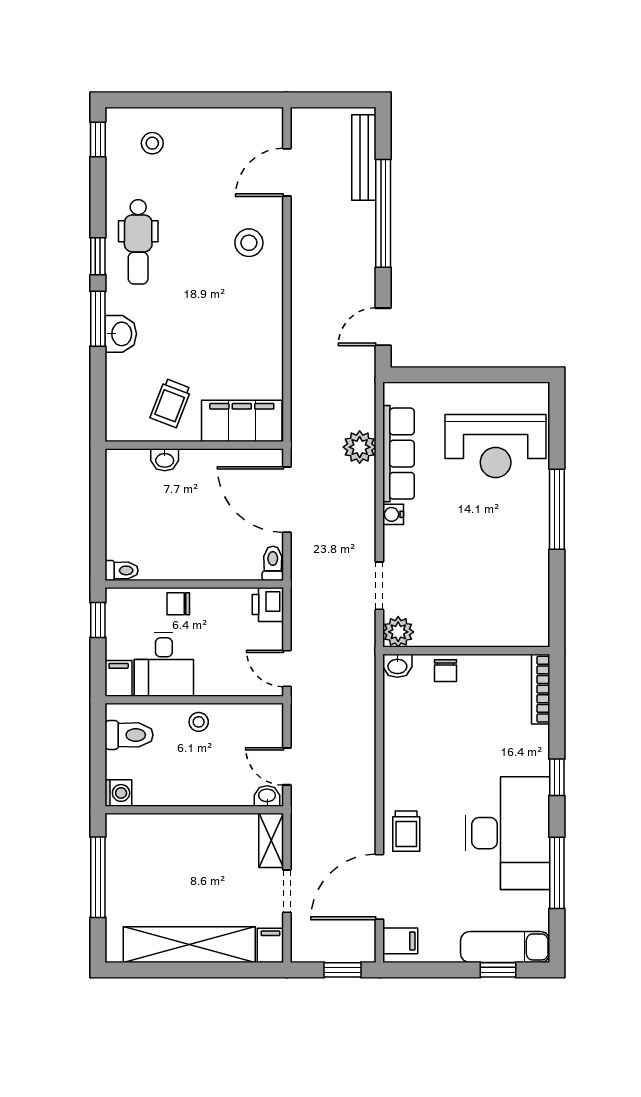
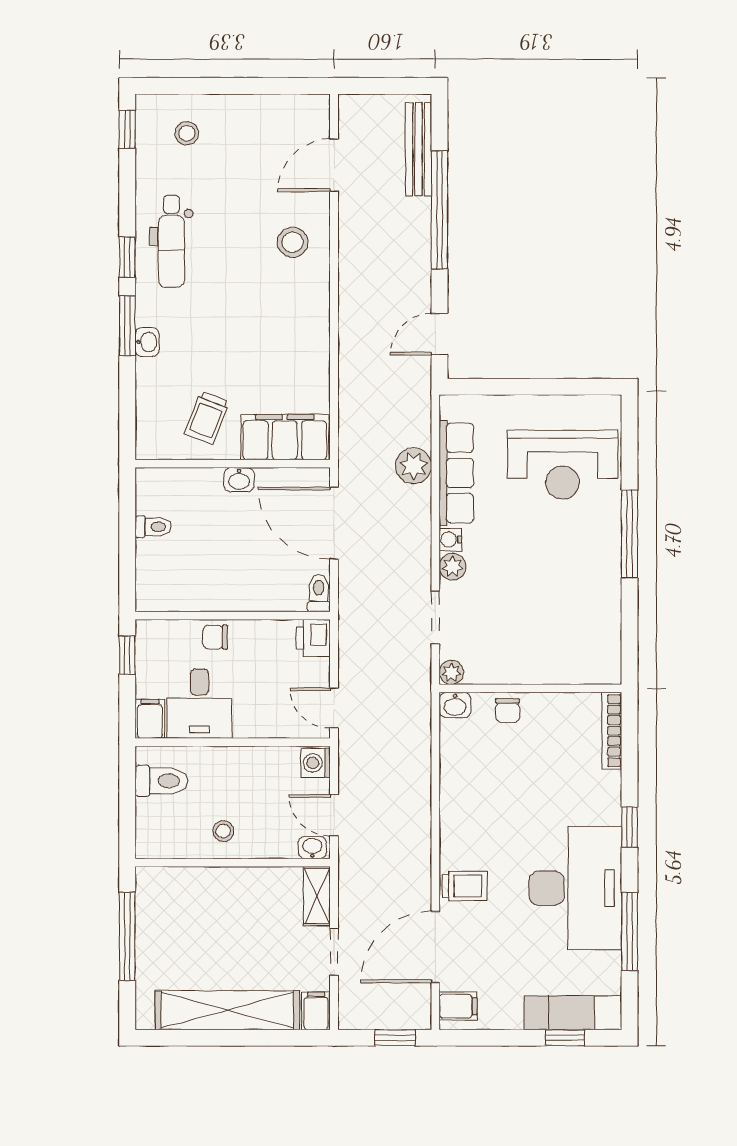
washbasin: (121, 334) -> (147, 342), width x0.72, depth x0.69
washbasin: (165, 460) -> (239, 480), moved
plant: (395, 539) -> (453, 567), added
toilet: (122, 570) -> (153, 527), moved
plant: (398, 632) -> (451, 672), width x0.73, depth x0.73
stool: (199, 722) -> (223, 831), moved
washing machine: (118, 793) -> (316, 763), moved, turned 180
trolley: (406, 831) -> (465, 886), turned -90

